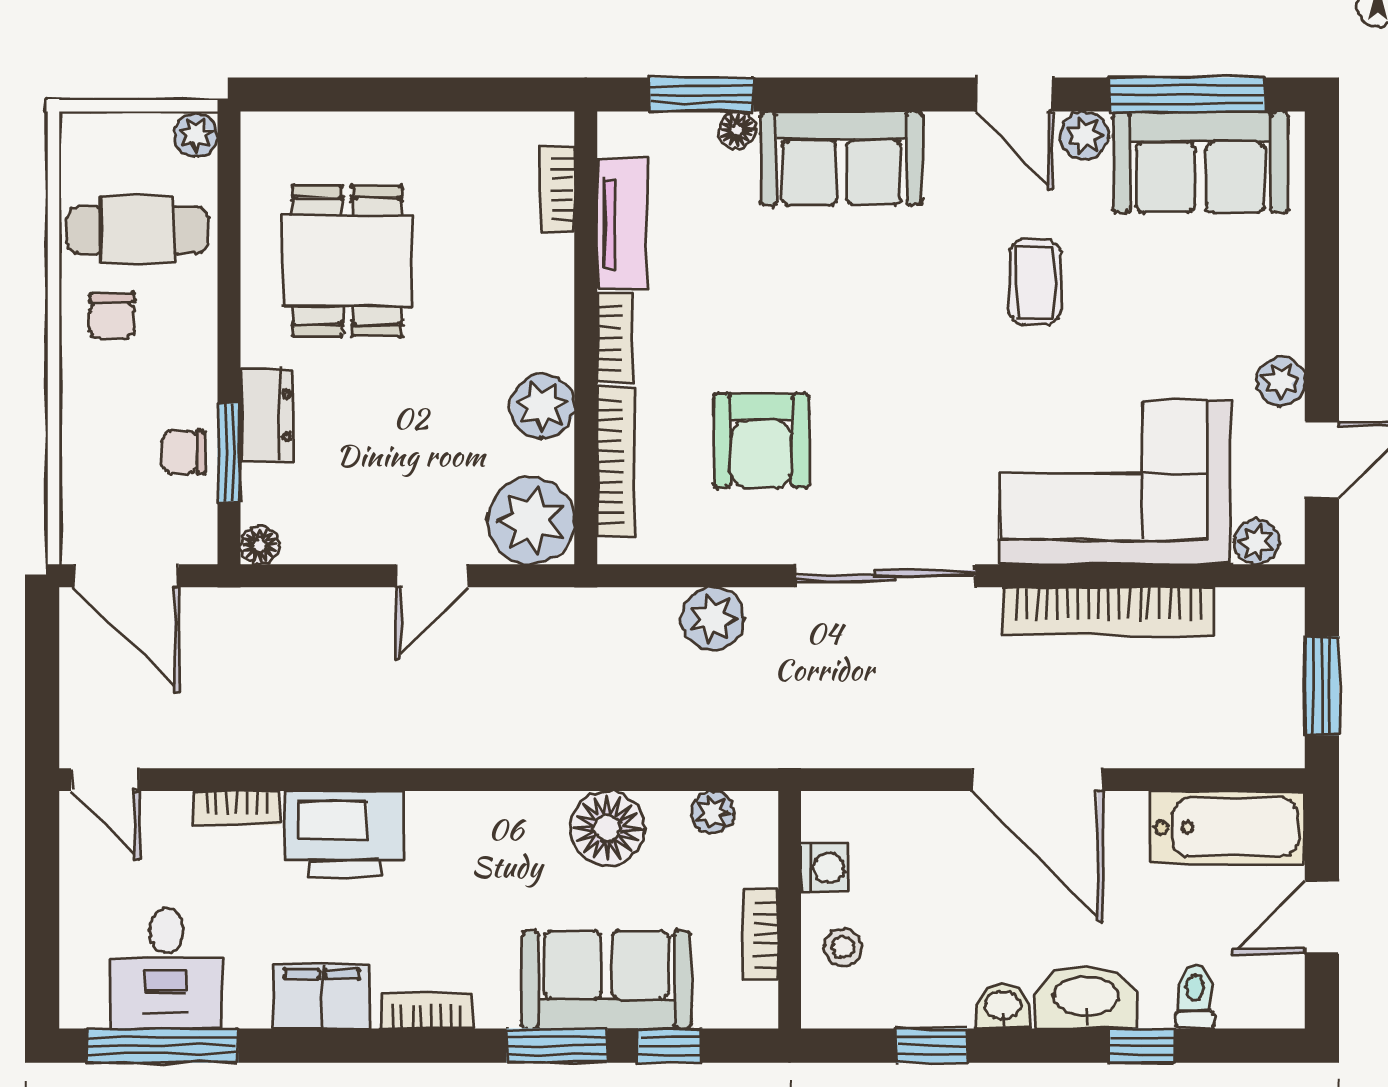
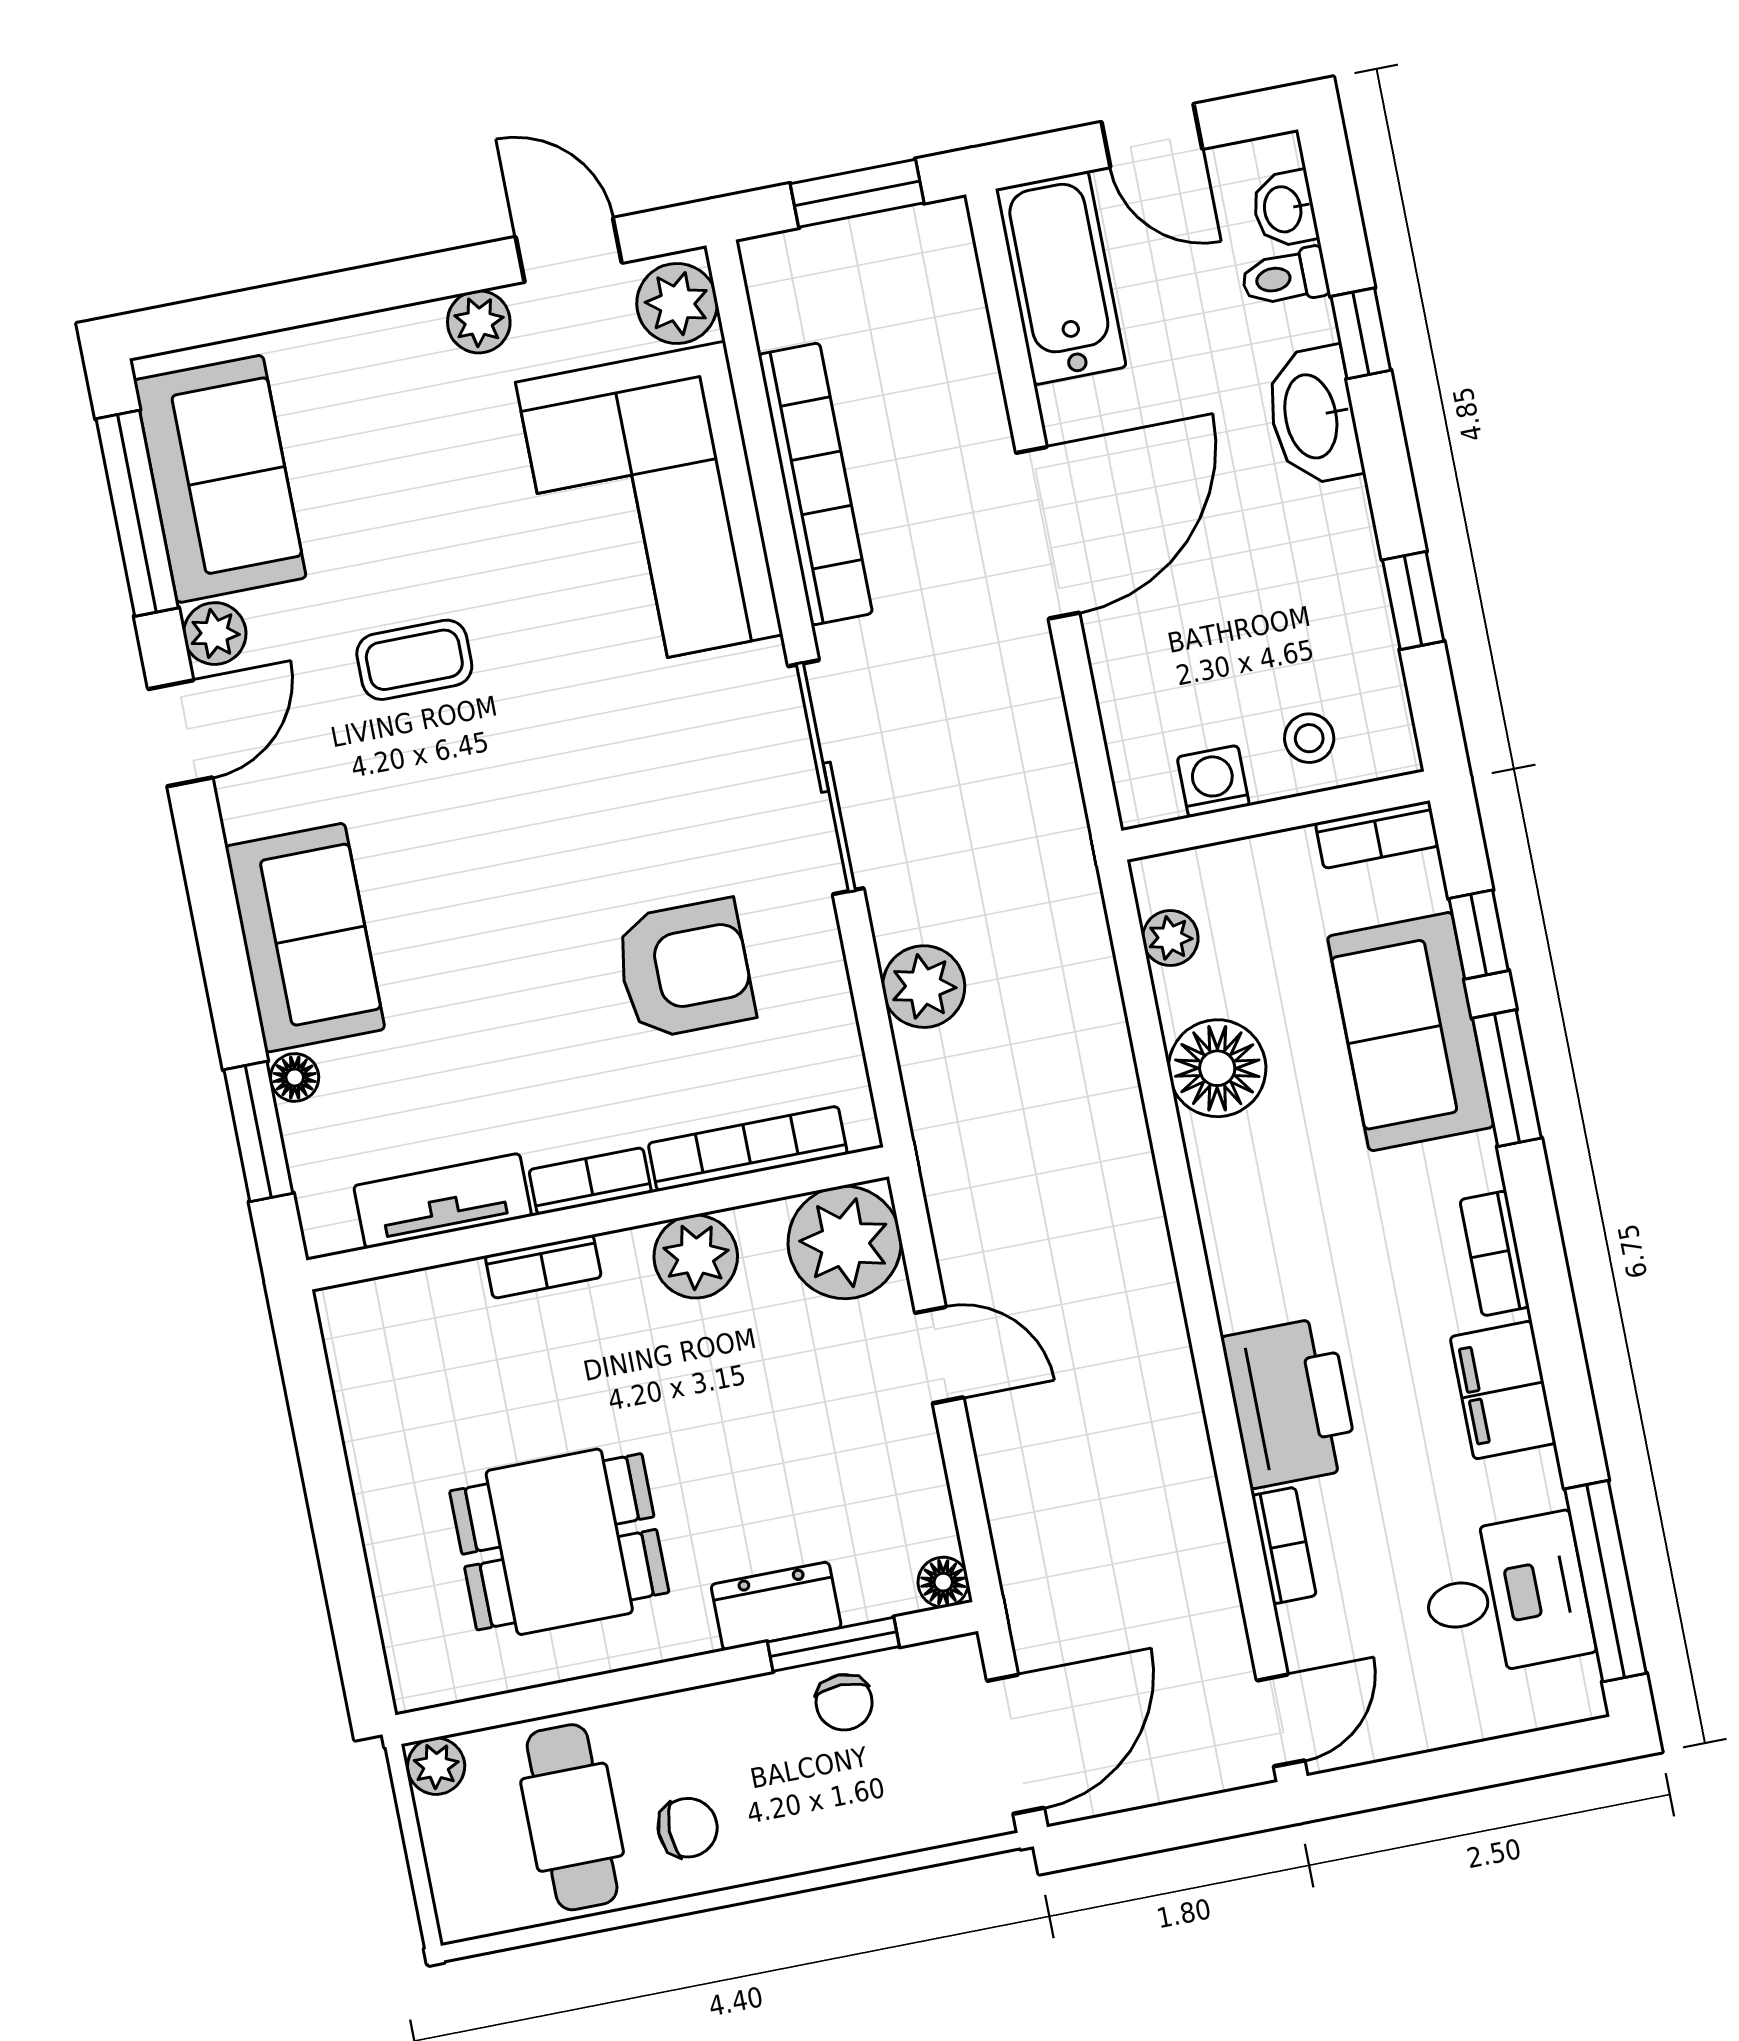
bookcase: (557, 189) -> (543, 1267), moved
plant: (1257, 542) -> (677, 303), width x1.38, depth x1.38
bookcase: (760, 934) -> (1377, 835), moved
washbasin: (1003, 1006) -> (1284, 209), moved

